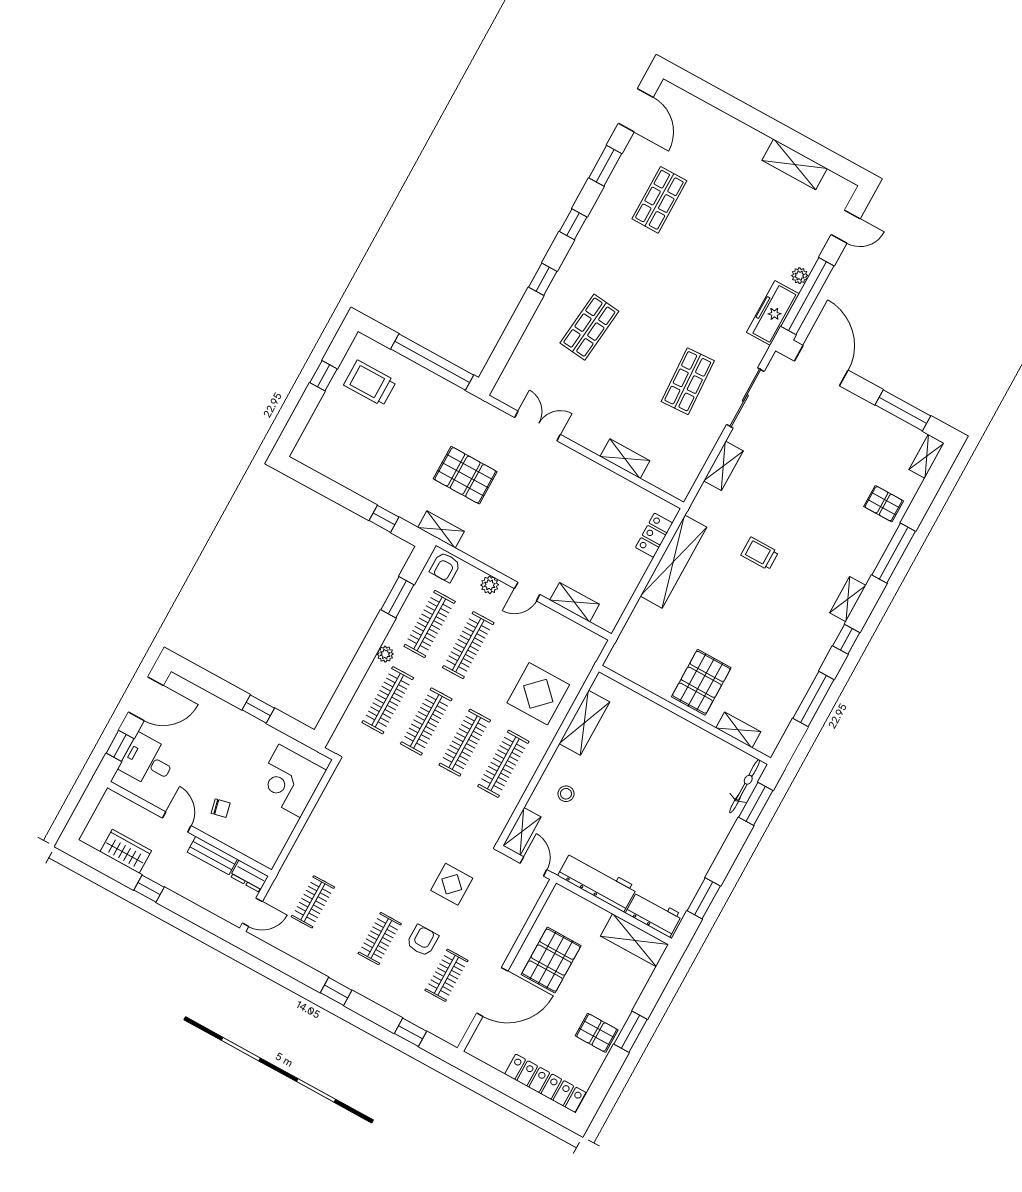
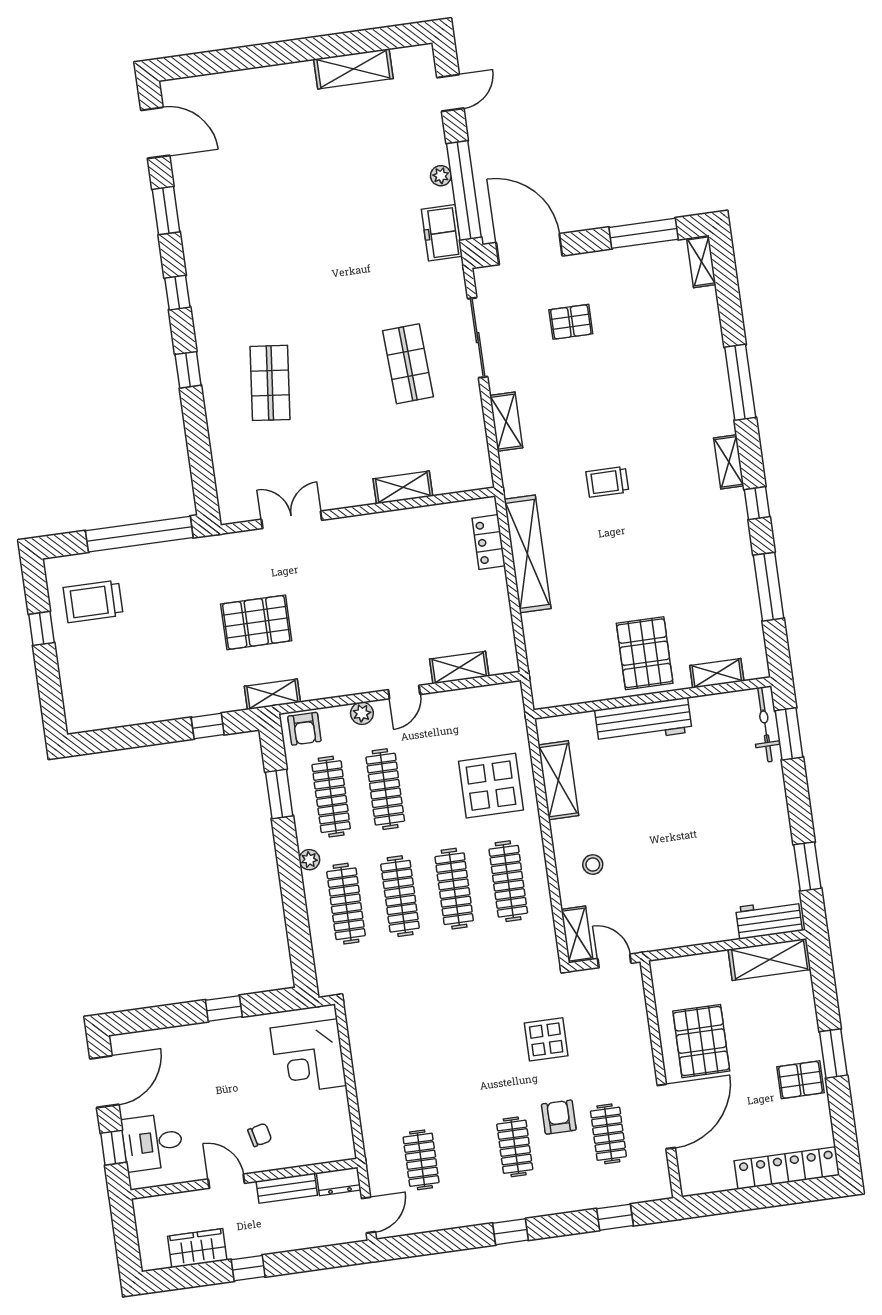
shop shelf: (659, 200) -> (245, 204), removed
freezer: (773, 313) -> (442, 233), width x0.71
pallet: (884, 504) -> (571, 322), moved
workbench: (597, 882) -> (643, 721), moved, turned 180

